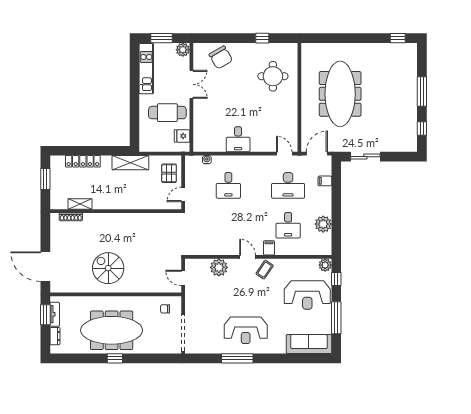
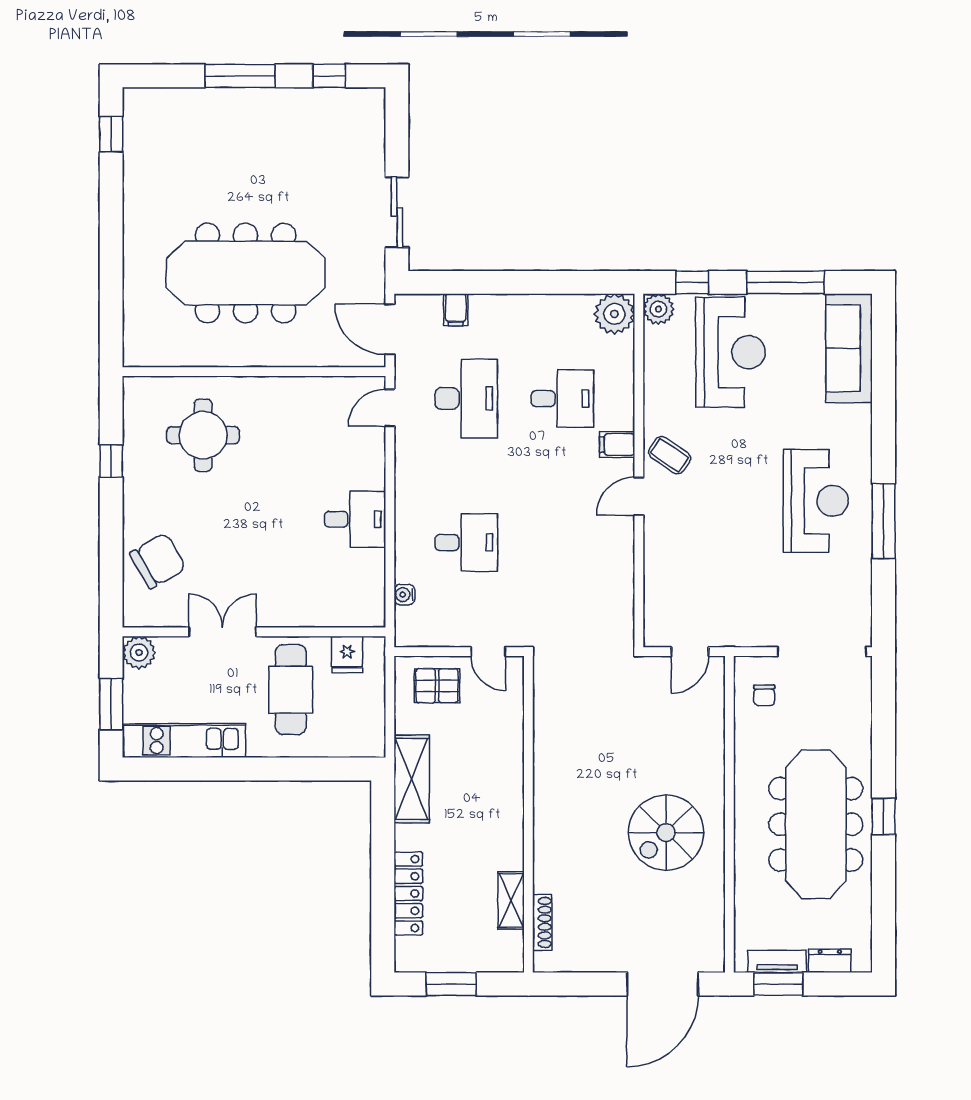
plant: (323, 224) -> (614, 314), moved
plant: (219, 267) -> (664, 565), removed

